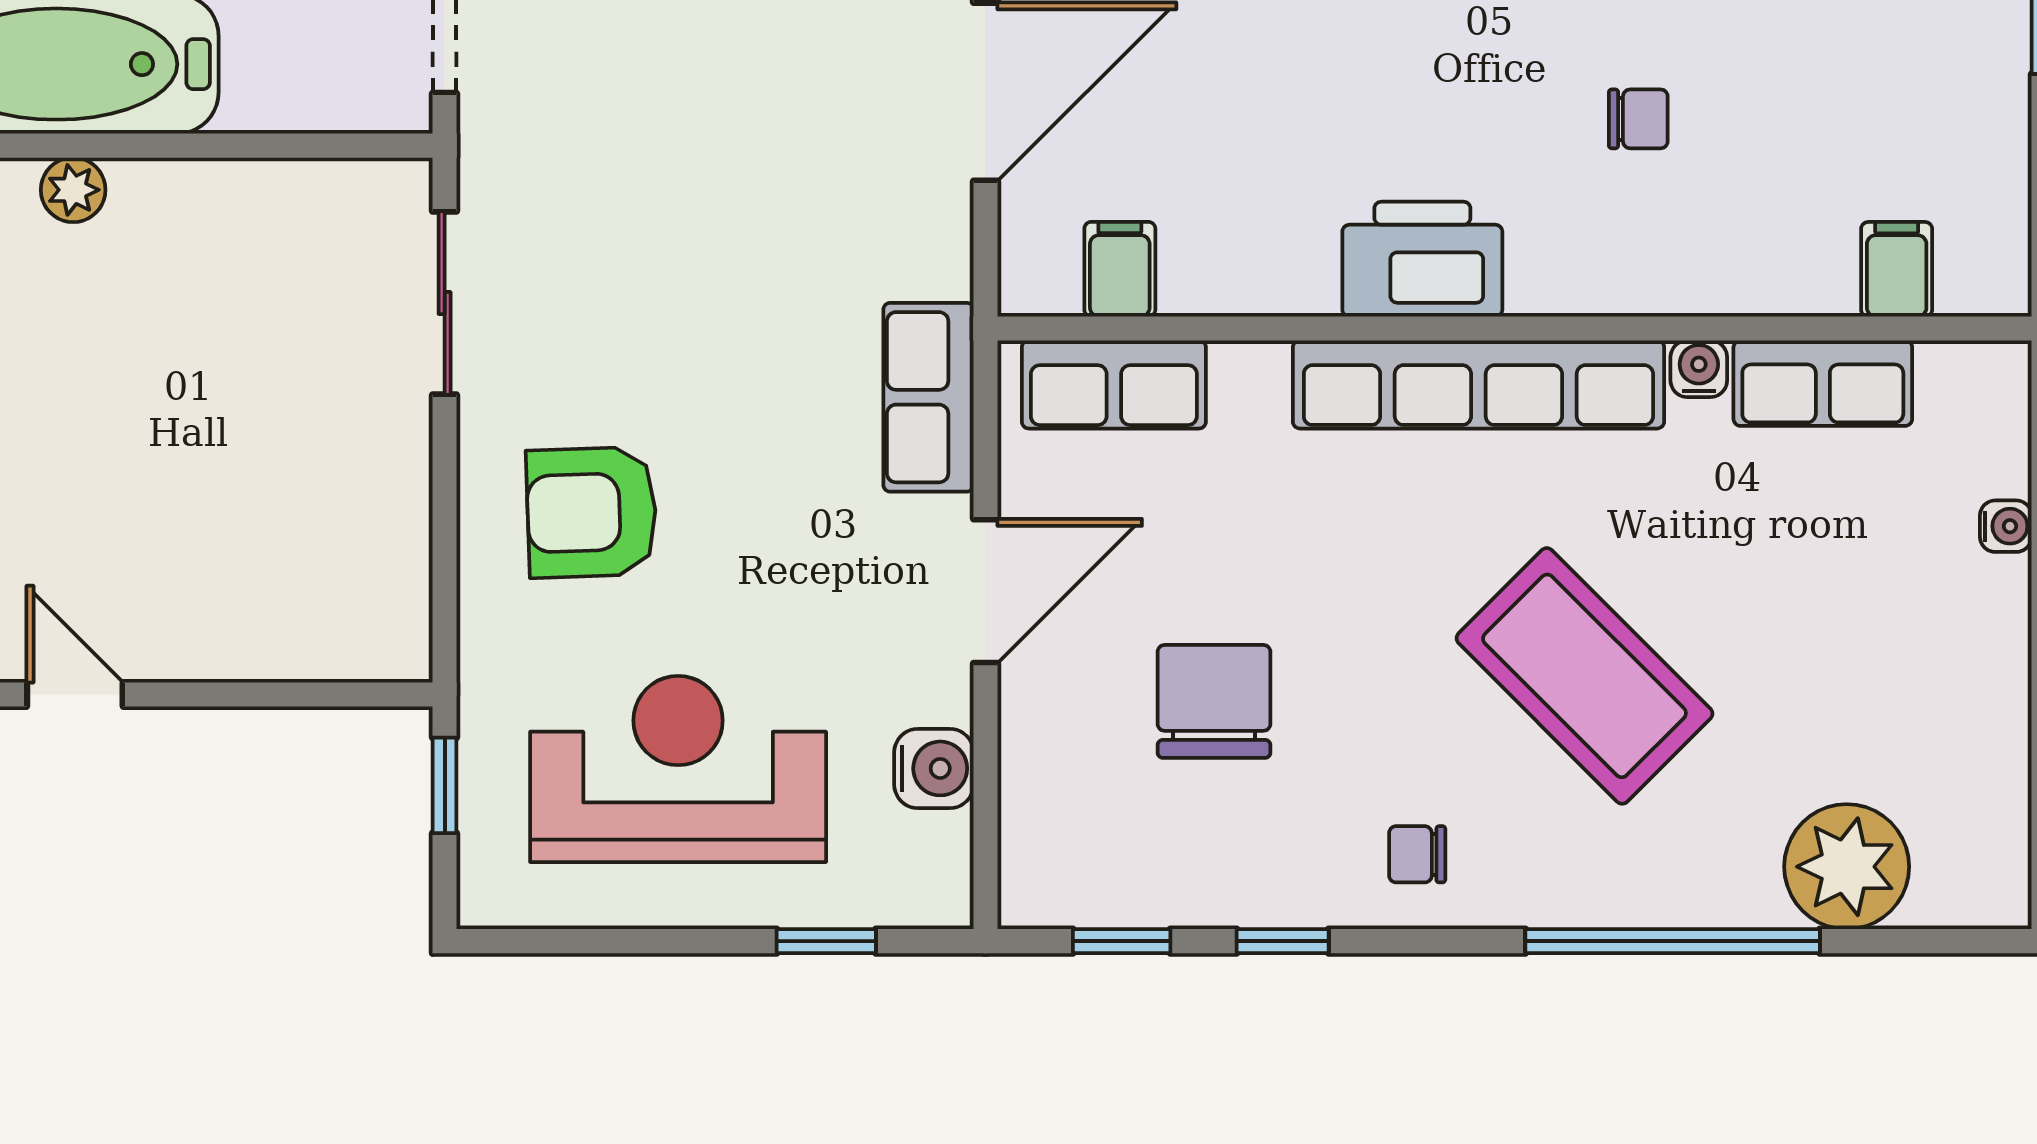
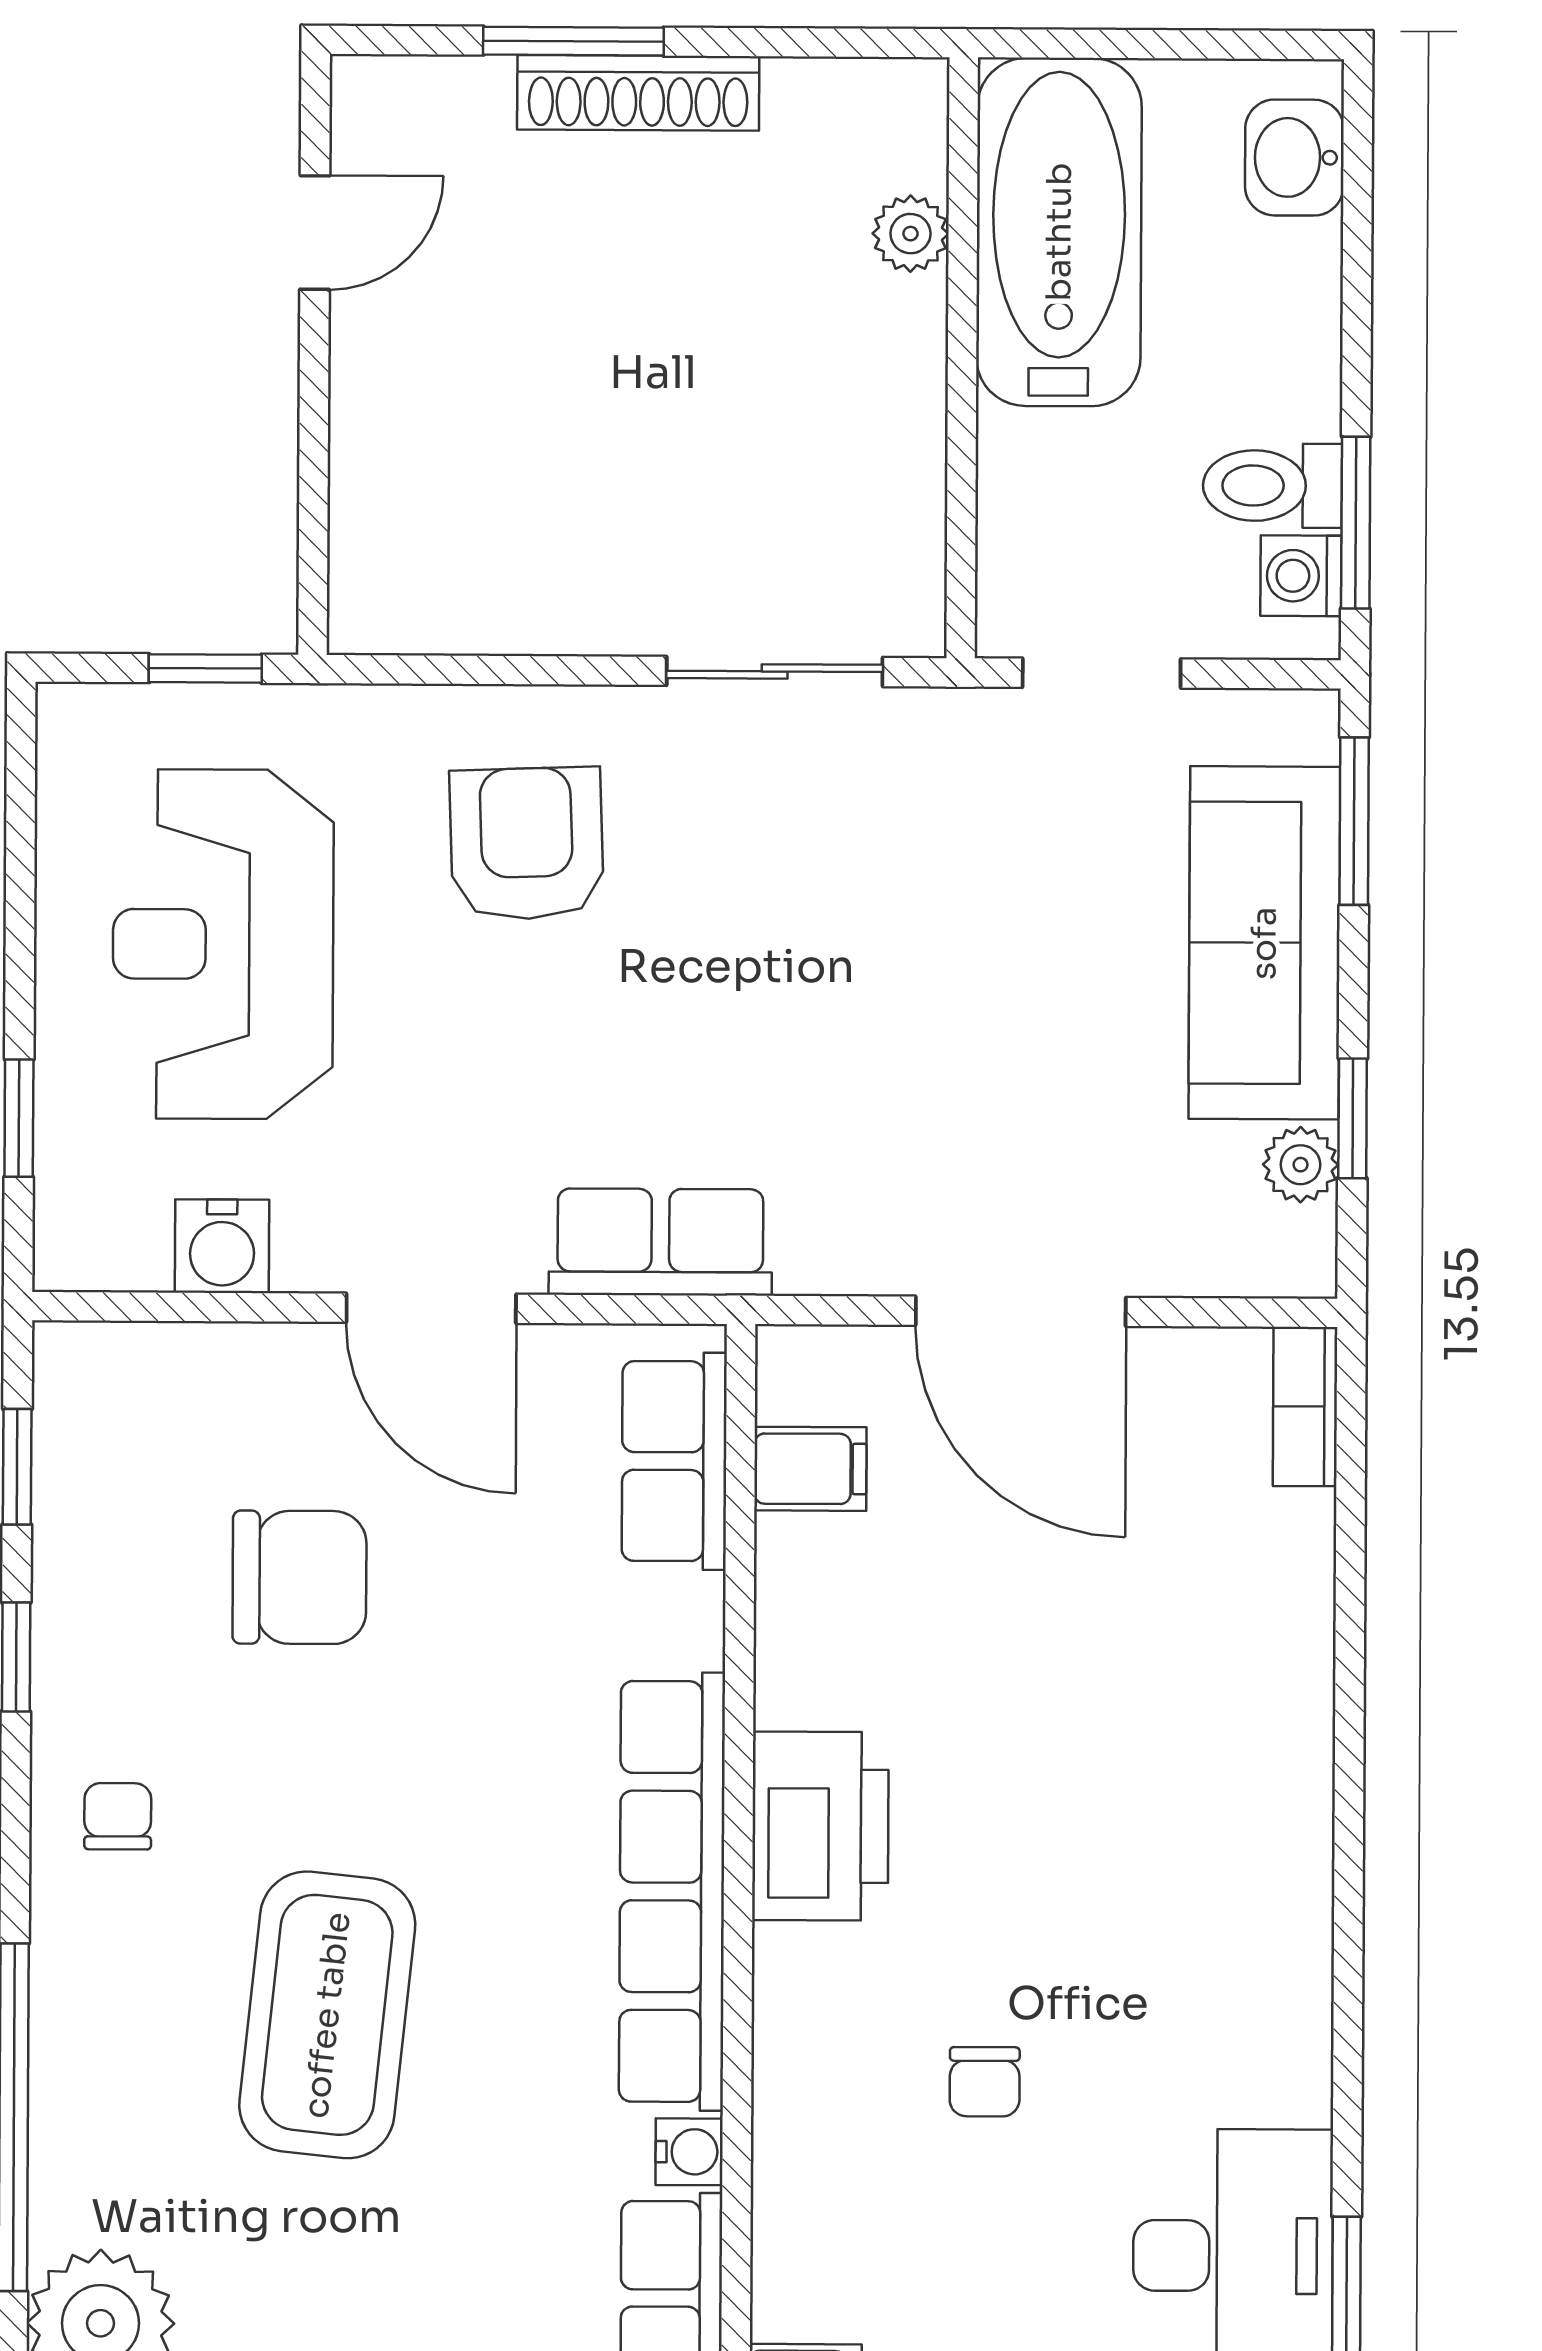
coffee table: (1584, 676) -> (327, 2015), turned -39
reception desk: (678, 769) -> (223, 944), turned 180

